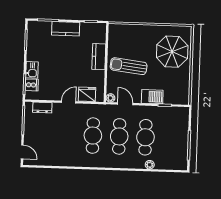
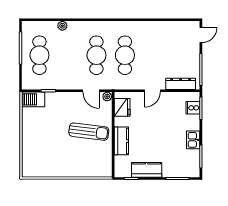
kitchen counter: (66, 29) -> (147, 170), moved
parasol: (172, 52) -> (42, 149), removed
kitchen sink: (32, 70) -> (193, 140), moved
fridge: (87, 94) -> (122, 107), moved, turned -90
barbecue: (152, 97) -> (33, 99), moved
dresser: (42, 108) -> (181, 84), width x1.44
cafe table: (145, 137) -> (39, 55), moved
door: (22, 152) -> (201, 35), swing flipped

